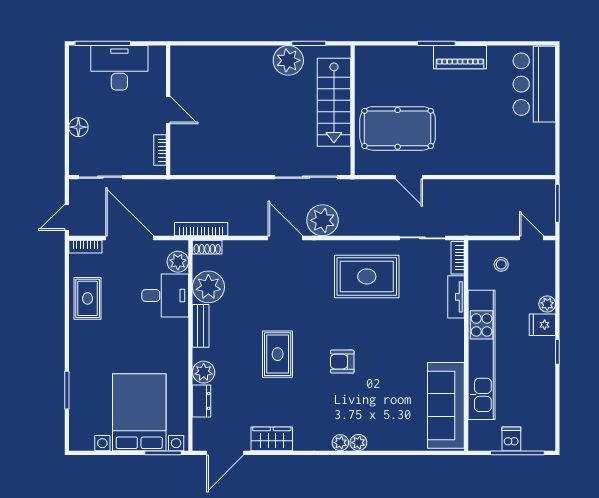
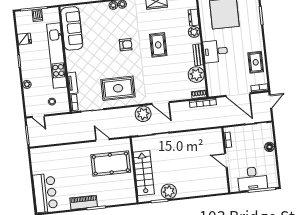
plant: (178, 262) -> (213, 85), removed
desk: (165, 295) -> (215, 51), moved
fridge: (542, 325) -> (24, 39), moved

